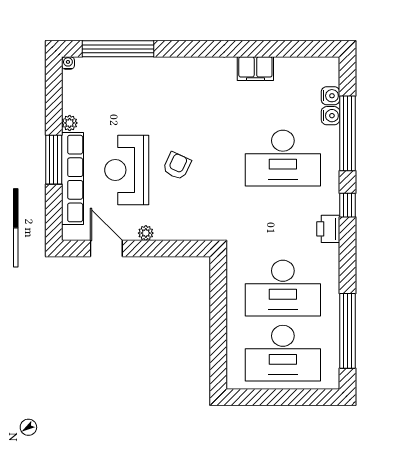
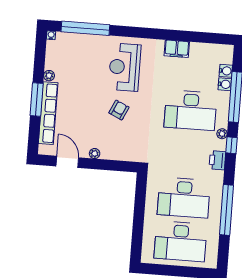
reception desk: (127, 170) -> (125, 67), moved
plant: (332, 189) -> (222, 134), added
window: (348, 331) -> (227, 210), moved

